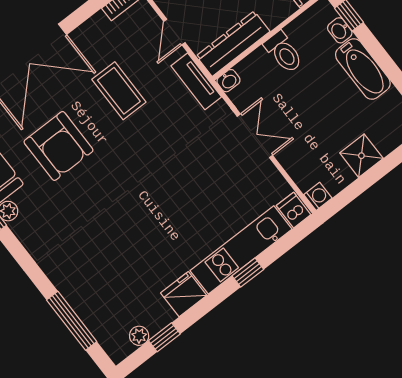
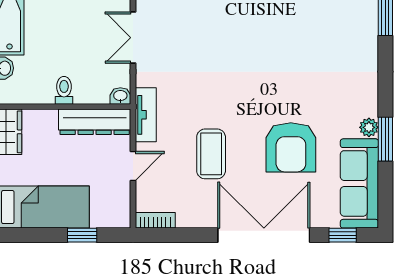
toilet: (284, 52) -> (64, 90), width x0.73, depth x0.72
armchair: (58, 146) -> (291, 147), turned 180

